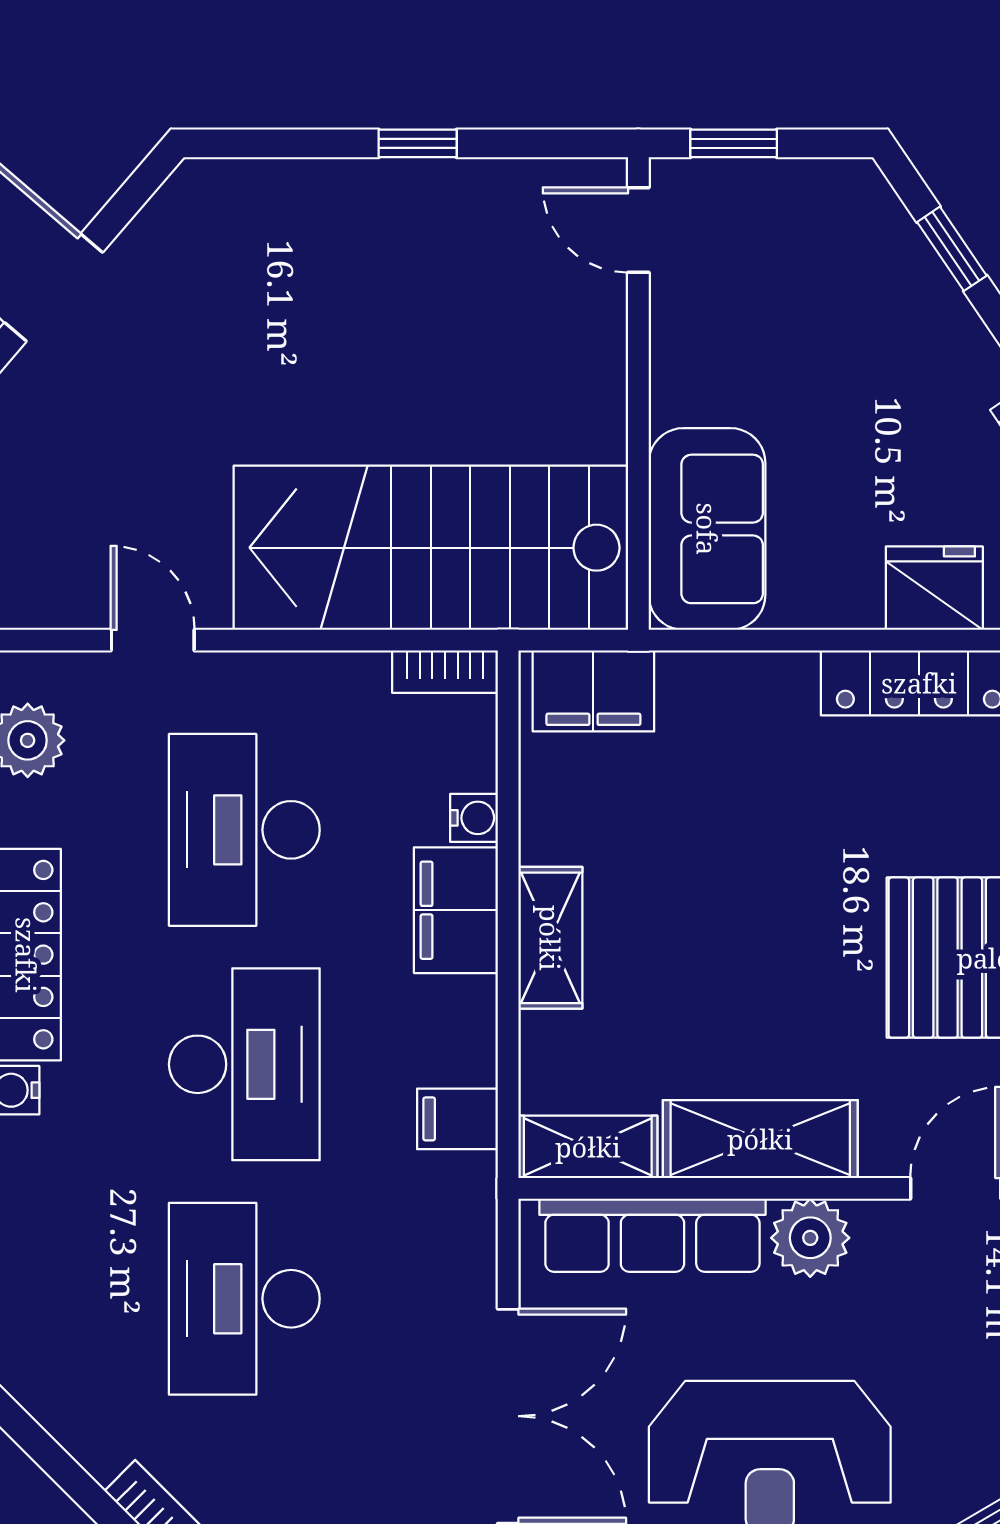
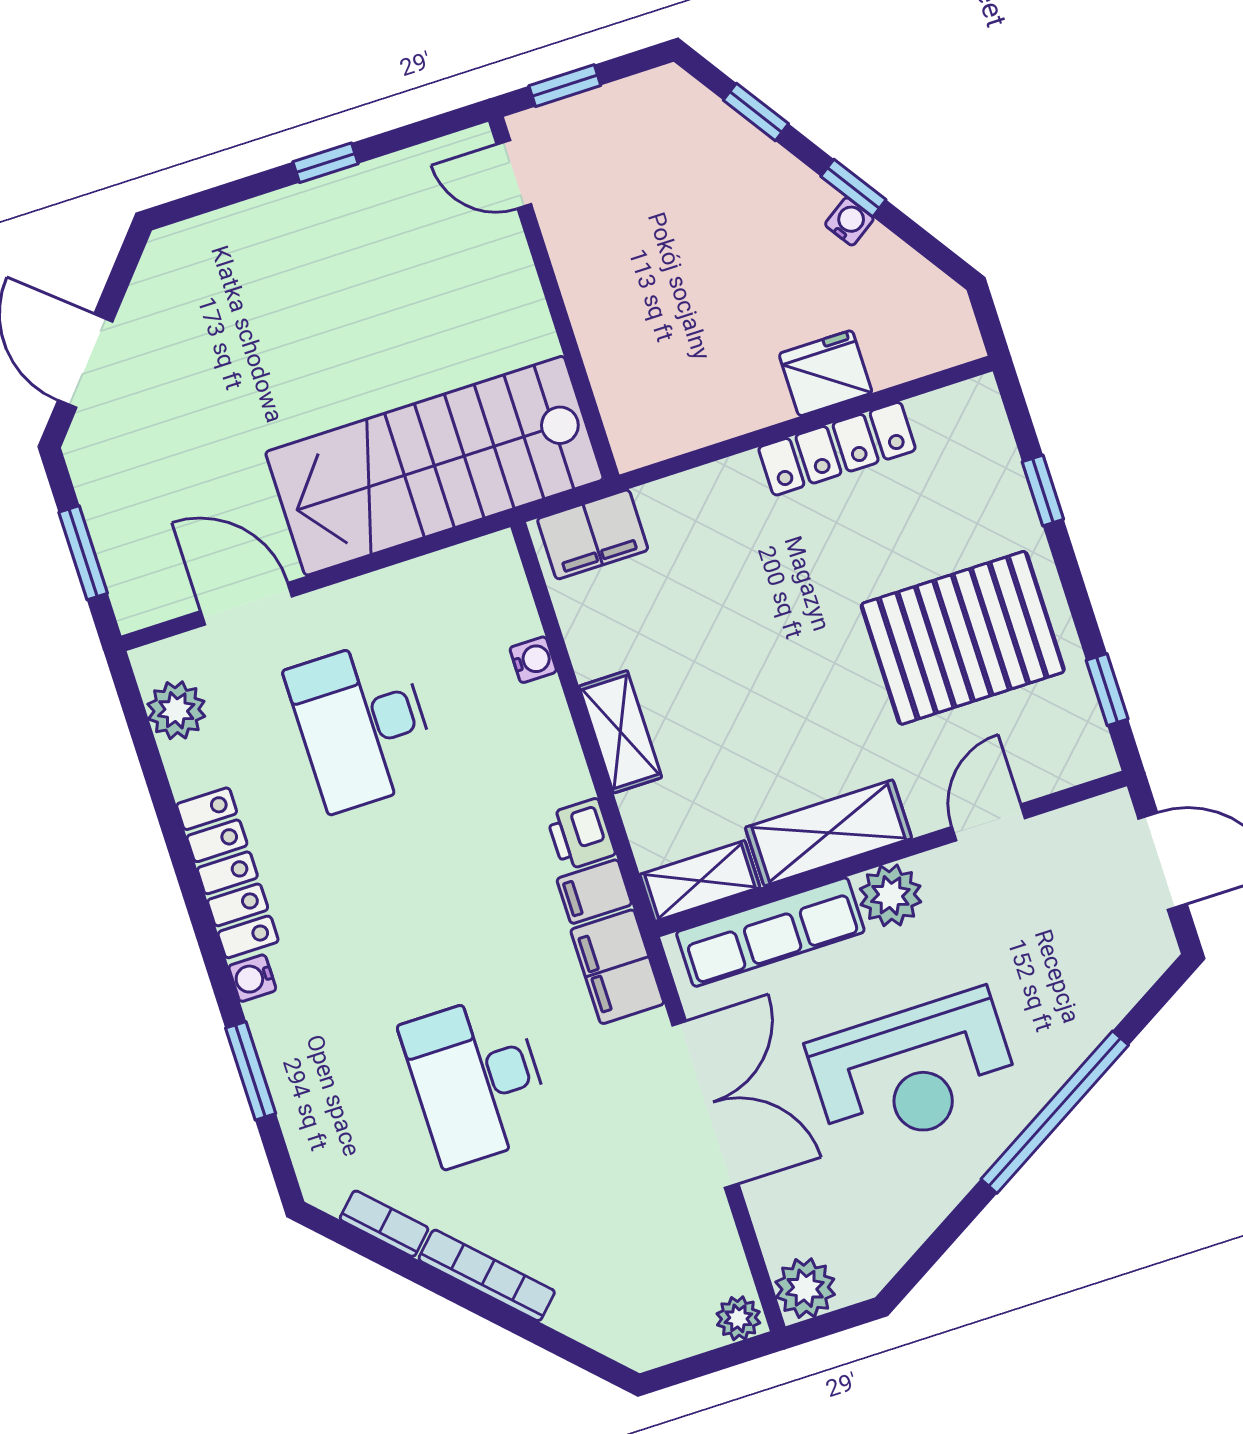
sofa: (707, 529) -> (639, 384), removed
door: (153, 640) -> (246, 604), width x1.38
bookcase: (445, 672) -> (384, 1224), moved, turned -135
filing cabinet: (456, 910) -> (617, 967), moved
printer: (463, 1045) -> (581, 834), added
desk: (244, 1064) -> (420, 902), removed

